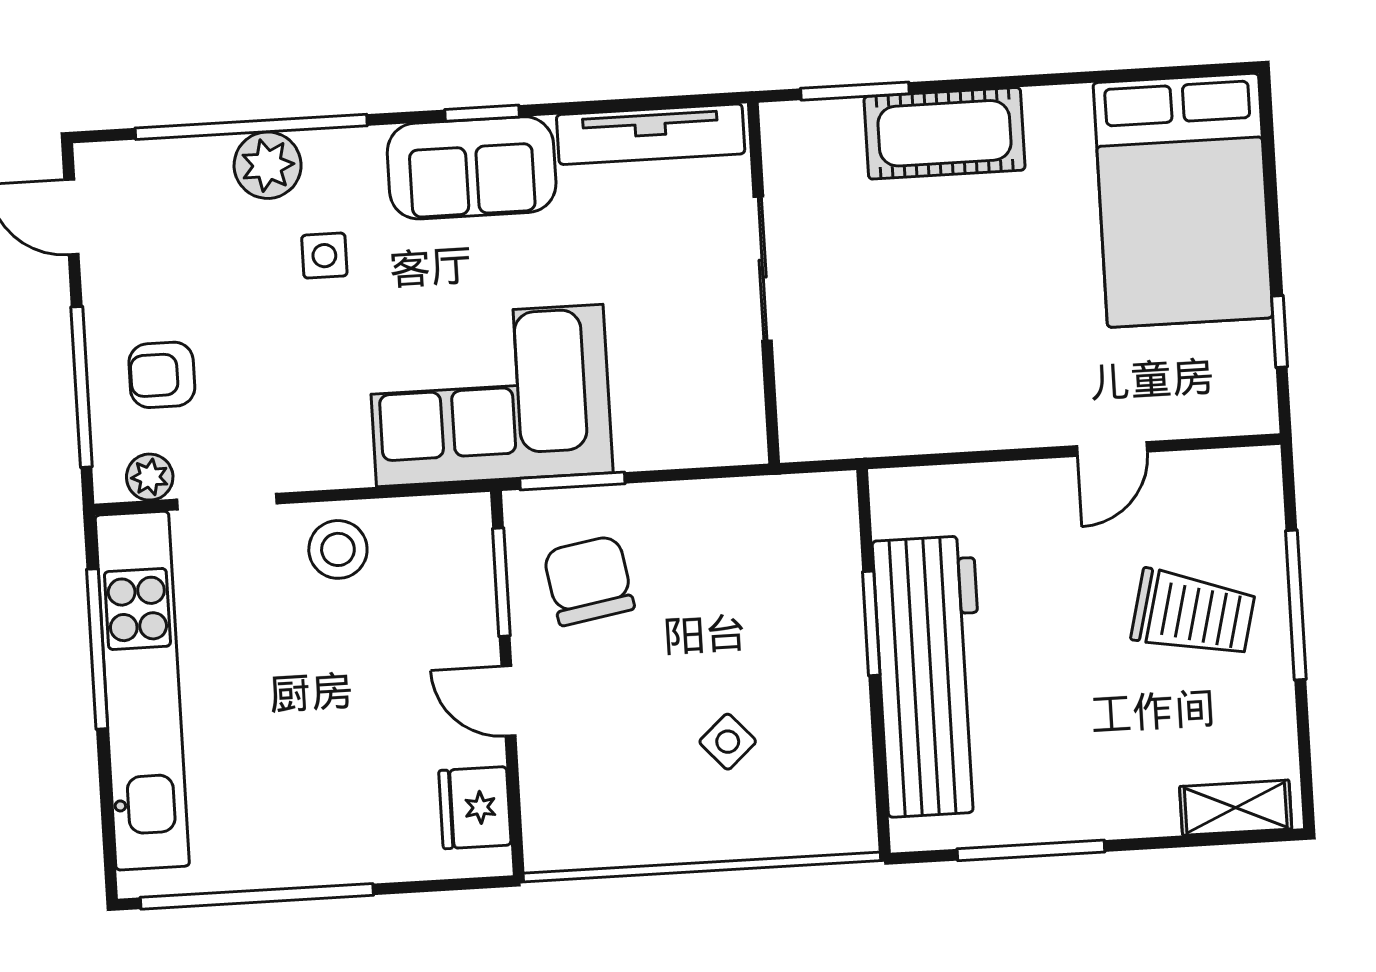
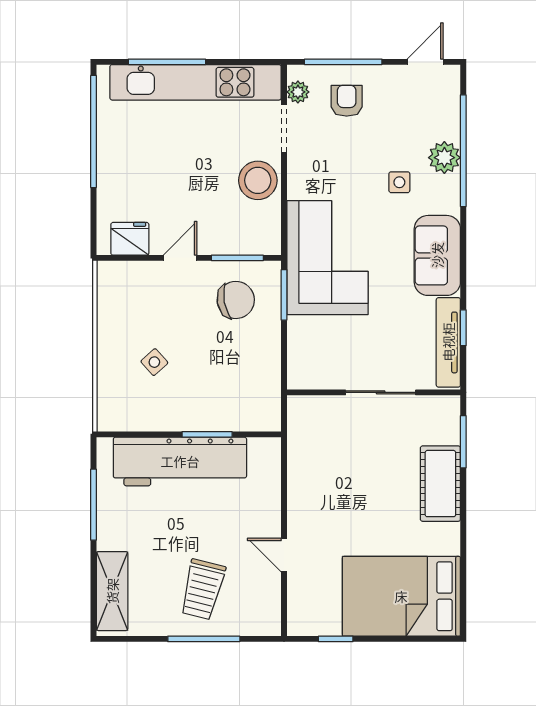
window: (482, 113) -> (463, 328), moved
stool: (338, 549) -> (258, 180), width x1.38, depth x1.38
window: (97, 649) -> (167, 62), moved
shelving: (1236, 808) -> (112, 591), width x1.50, depth x1.33

